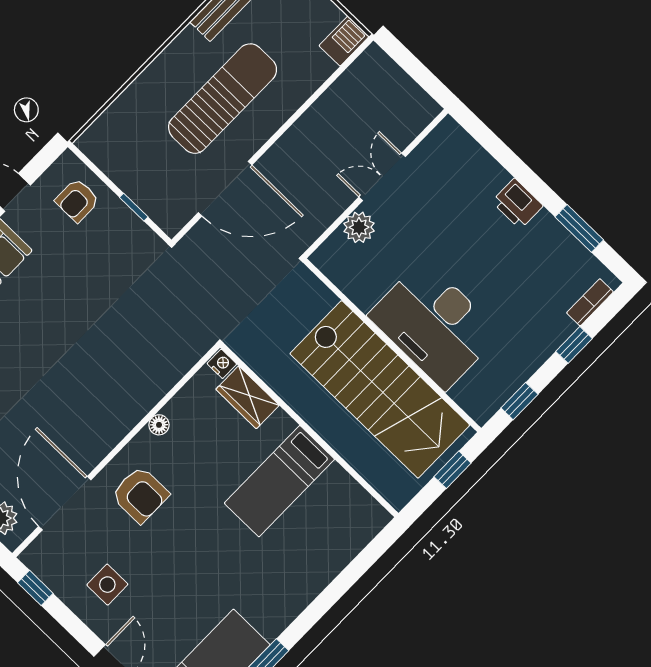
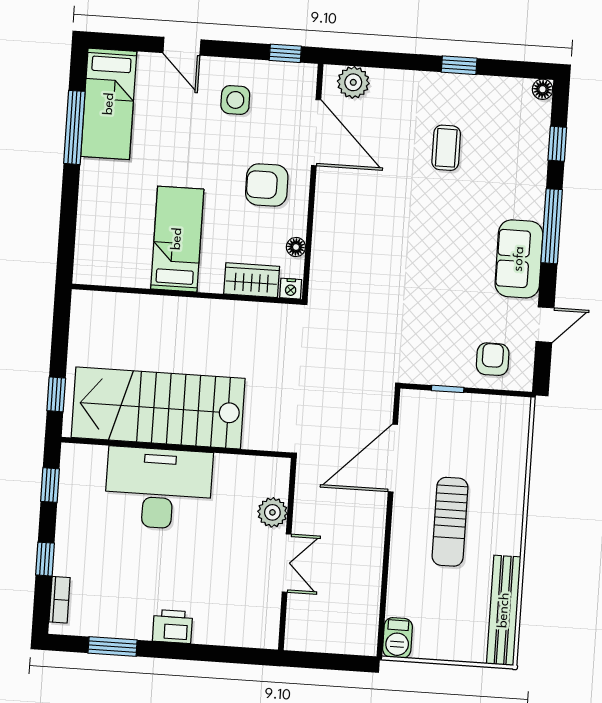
sun lounger: (223, 99) -> (450, 522), width x0.73, depth x0.75
nightstand: (222, 364) -> (291, 289), moved
wardrobe: (248, 397) -> (252, 280), moved
wall: (309, 430) -> (187, 294), moved
bed: (279, 481) -> (177, 239), moved

